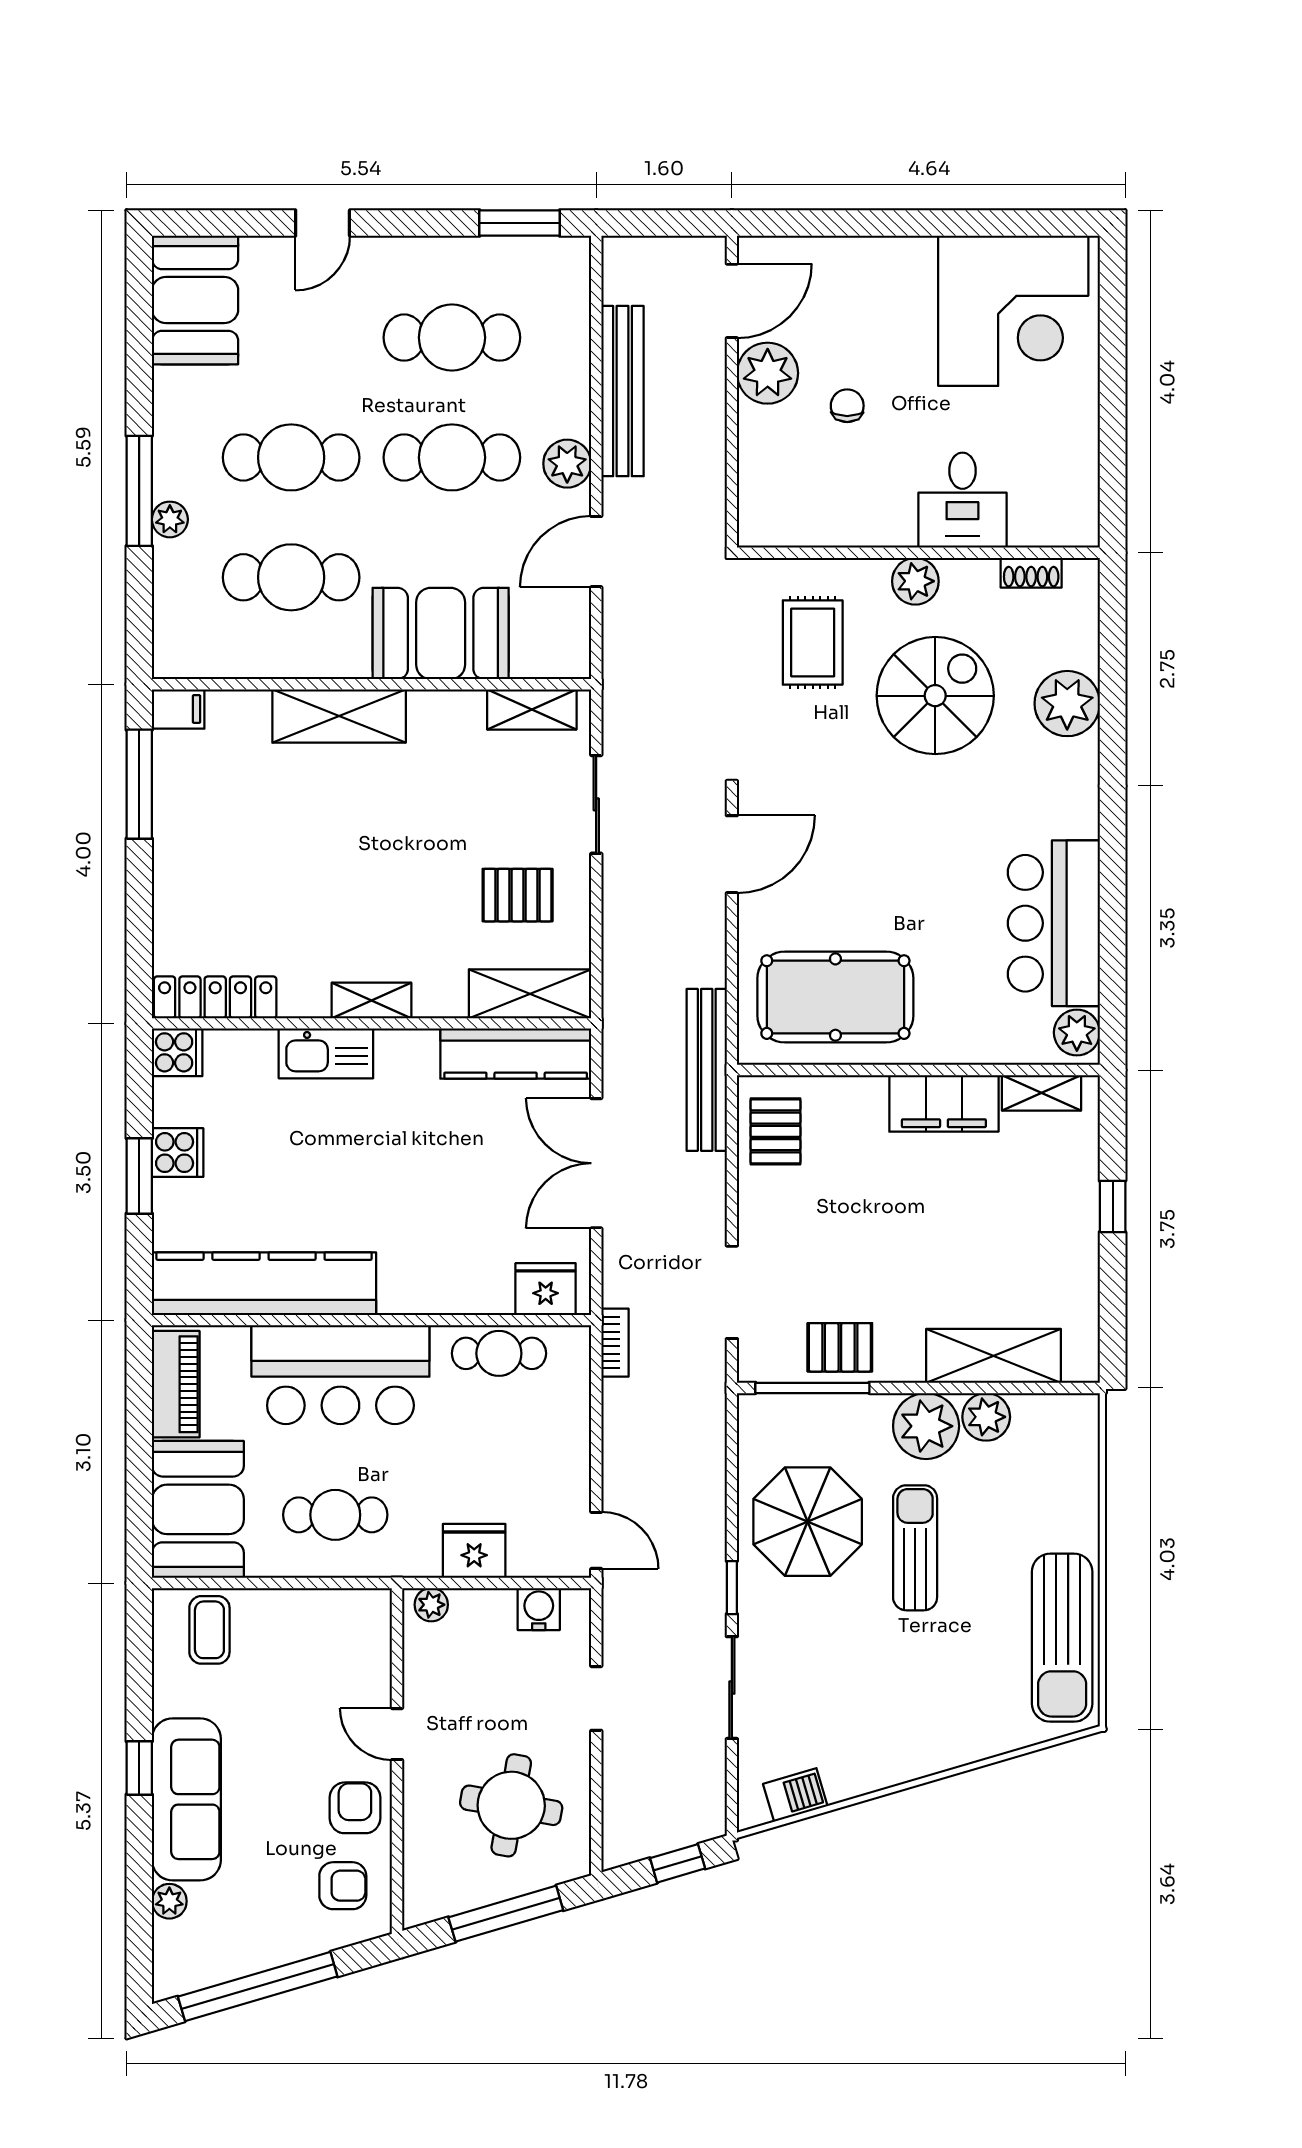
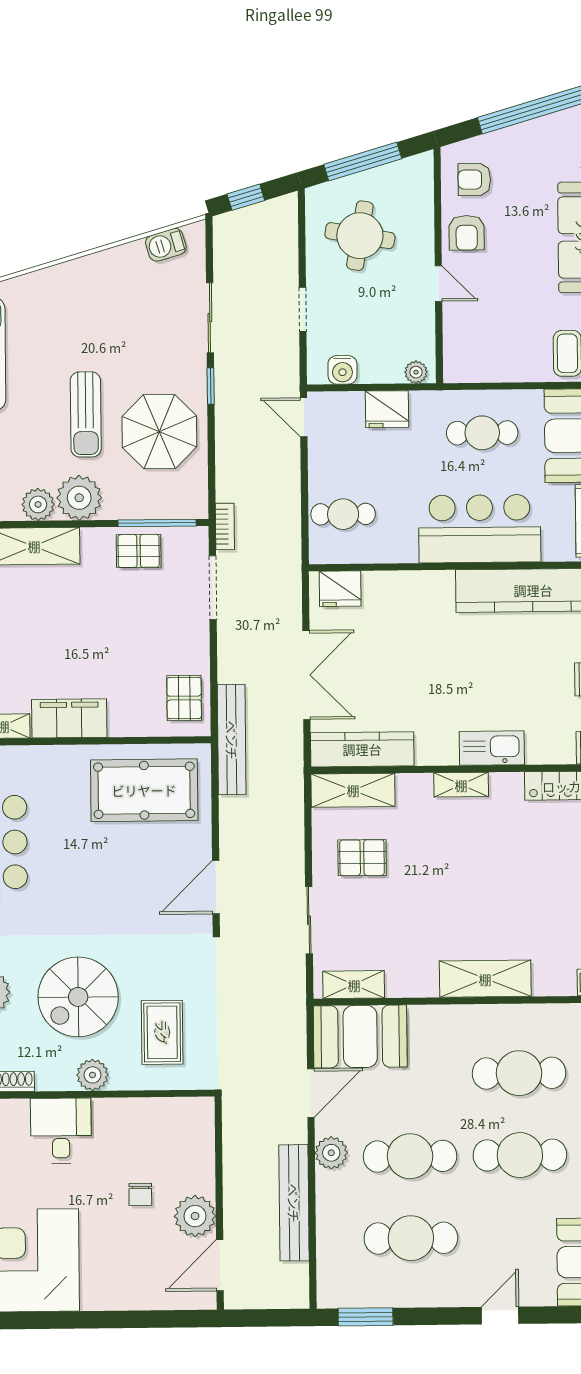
booth: (441, 633) -> (360, 1036), moved
bookcase: (615, 1343) -> (225, 526), moved, turned 180
cafe table: (499, 1353) -> (343, 514), moved

